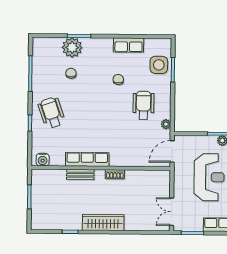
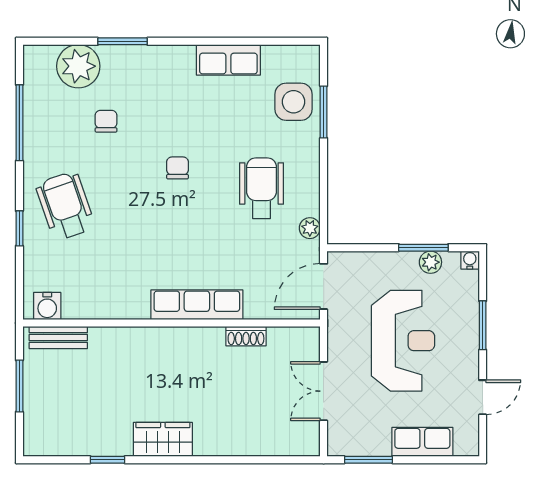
plant: (72, 47) -> (78, 66), moved
chair: (118, 79) -> (178, 168), moved
row of seats: (87, 159) -> (197, 305), moved
shoe rack: (115, 174) -> (246, 336), moved
bench: (80, 175) -> (58, 338), moved
double door: (172, 212) -> (324, 391), moved
wardrobe: (103, 223) -> (163, 439), width x0.67

